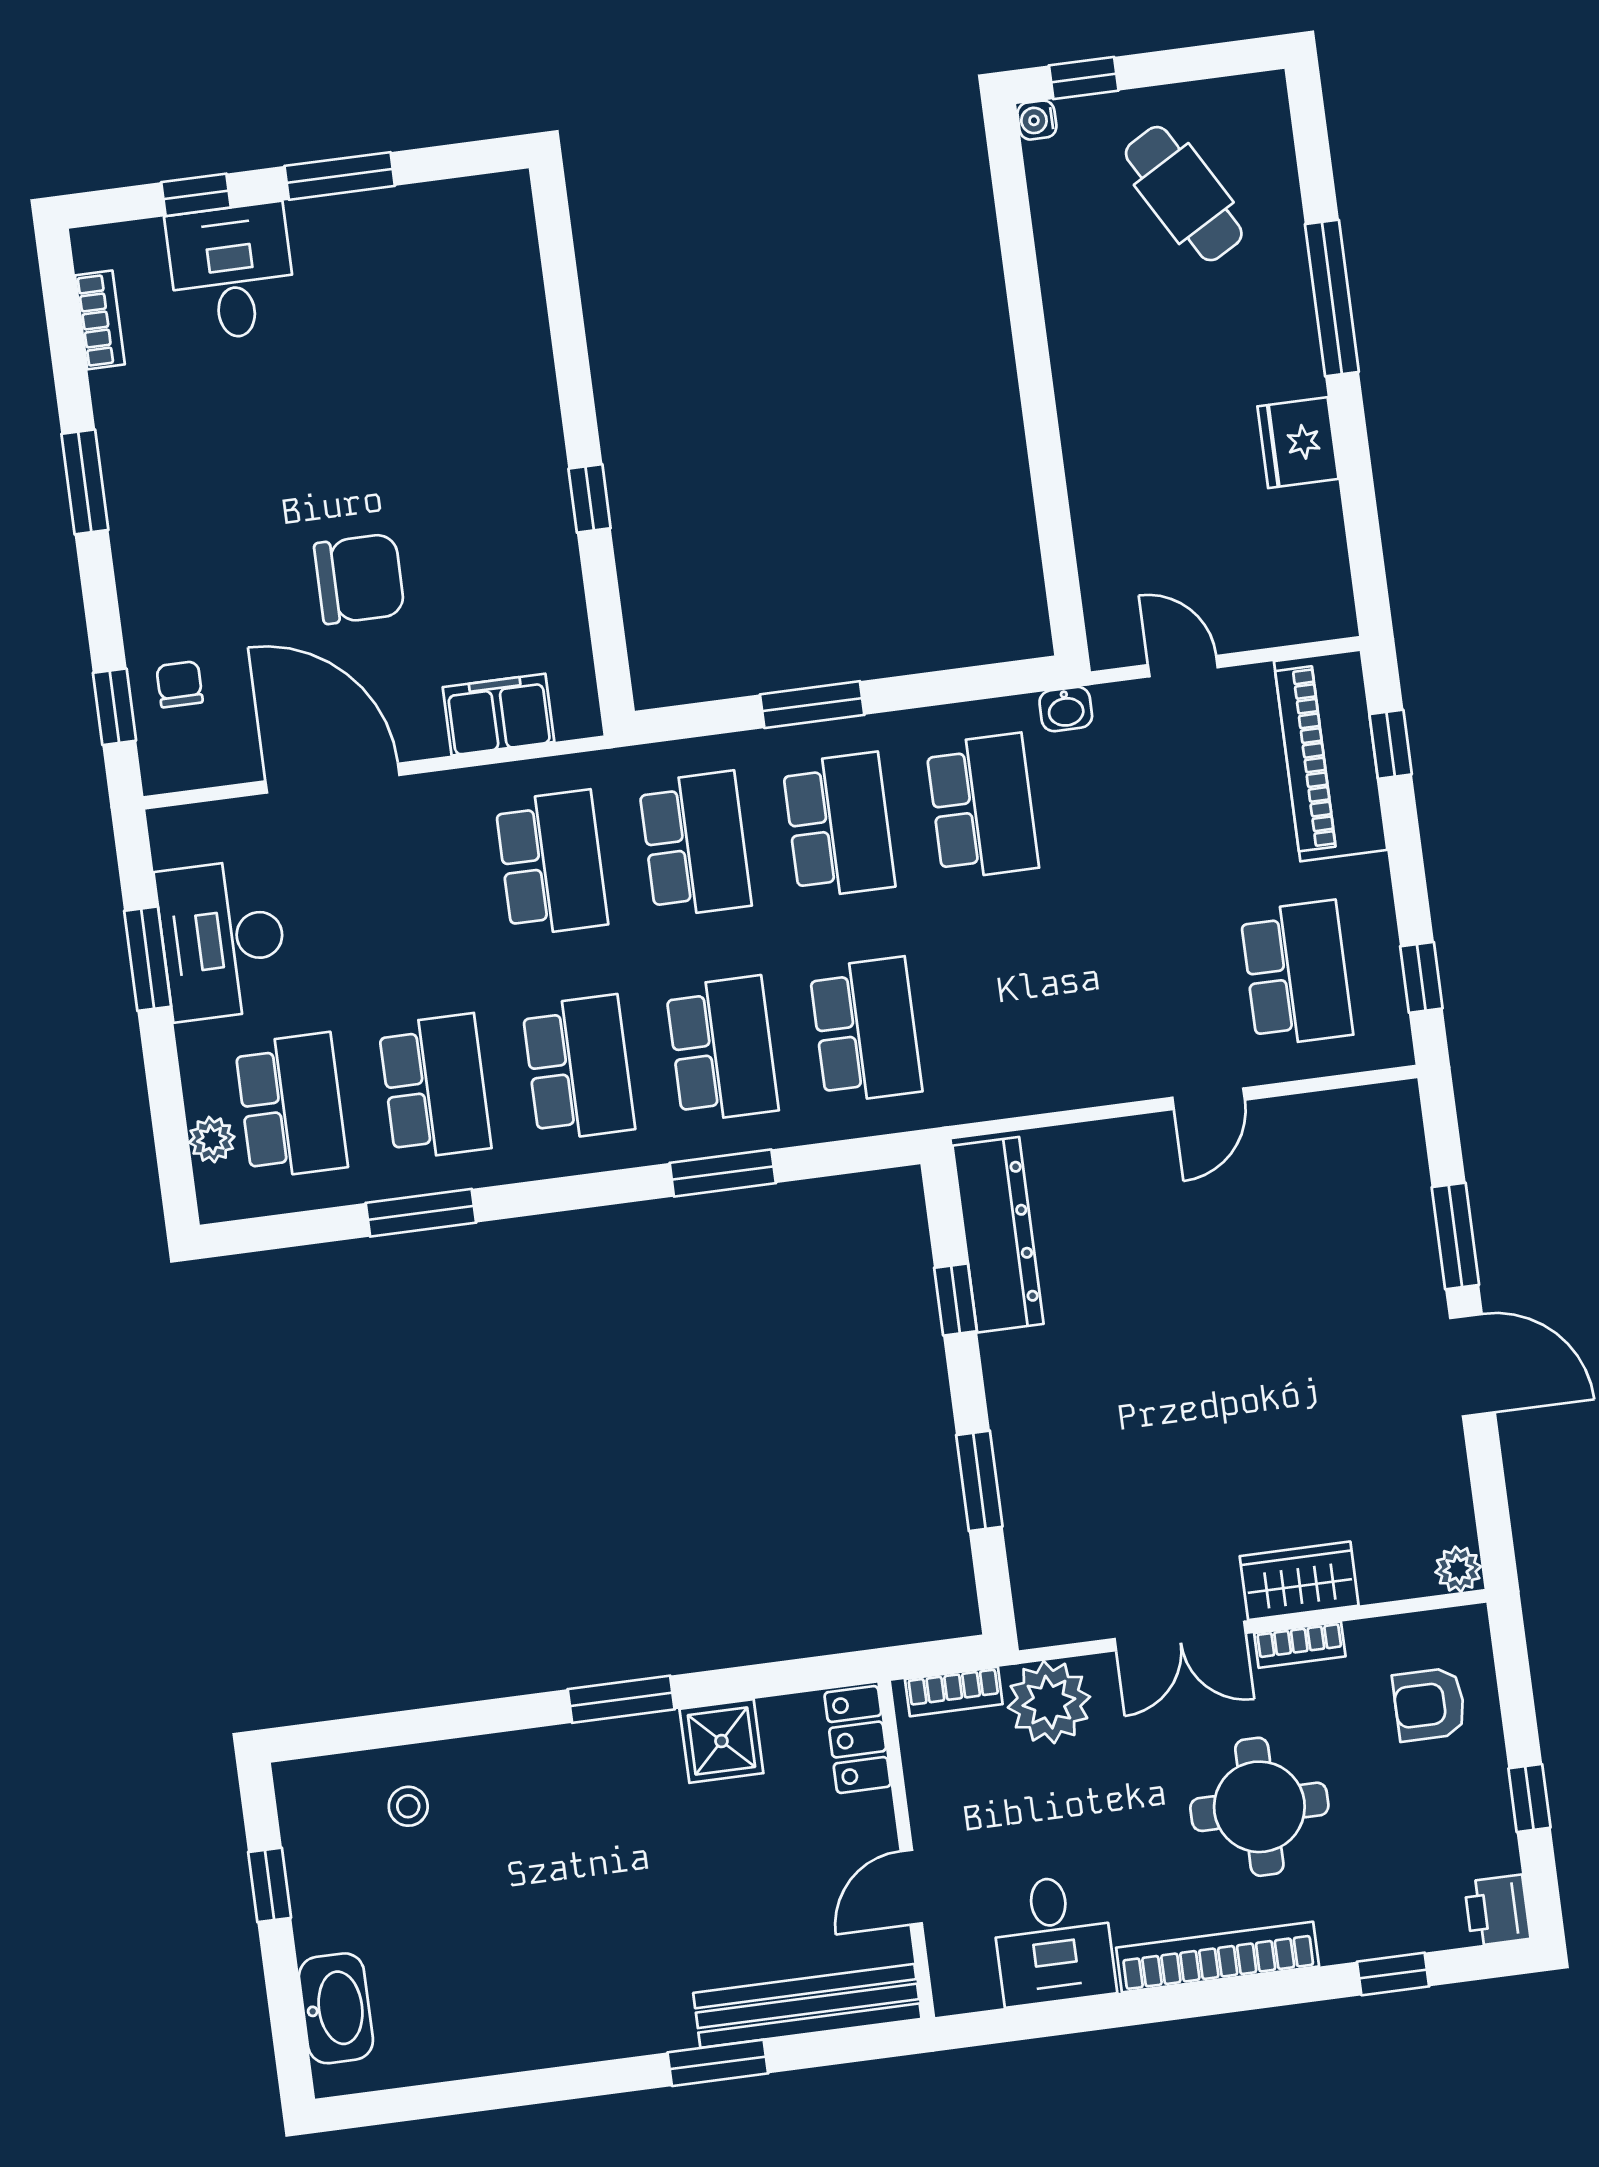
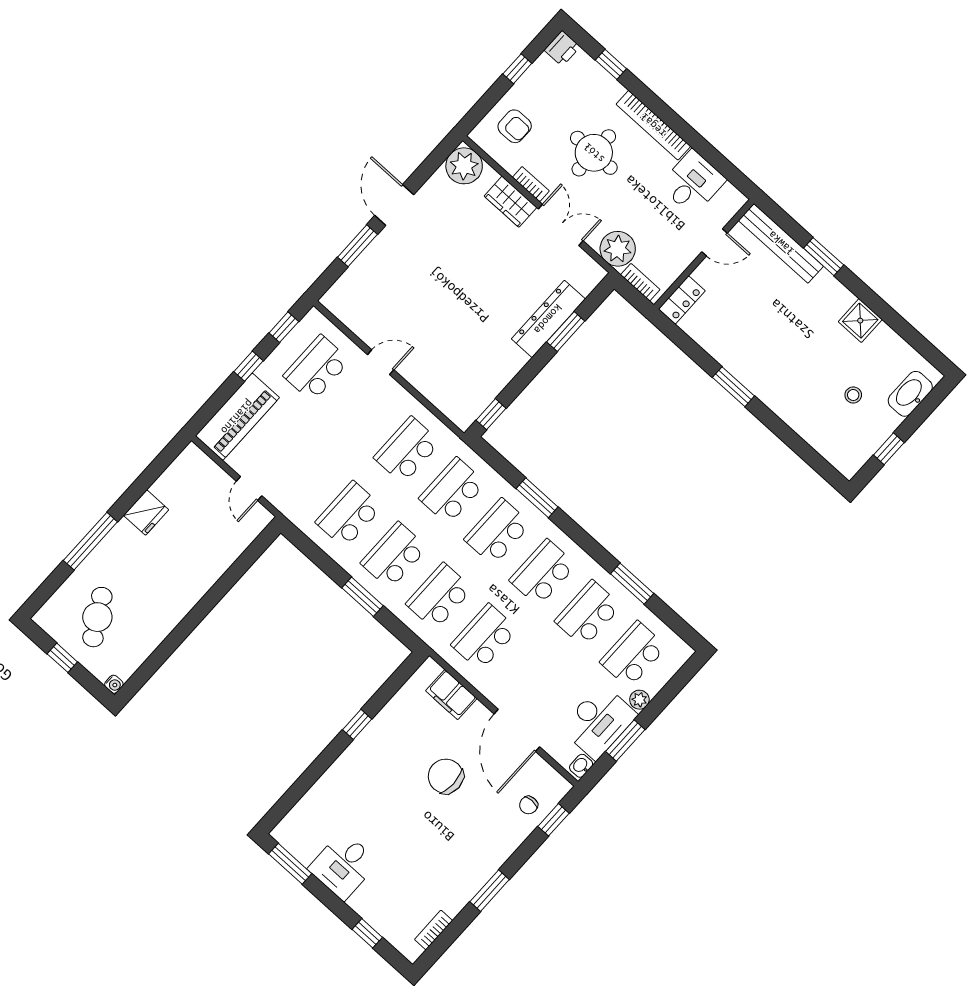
window: (1084, 78) -> (62, 658), moved
window: (340, 176) -> (290, 864), moved
desk: (232, 272) -> (343, 865), moved
washbasin: (1066, 709) -> (581, 766), moved, turned -90
window: (1391, 744) -> (248, 366), moved
school desk: (1009, 1011) -> (407, 450), added
plant: (212, 1140) -> (639, 700), moved
dresser: (998, 1235) -> (548, 319), moved
window: (955, 1299) -> (491, 414), moved
plant: (1458, 1569) -> (464, 166), width x1.88, depth x1.88
shower: (721, 1741) -> (860, 321), moved
stool: (408, 1806) -> (853, 395), moved

